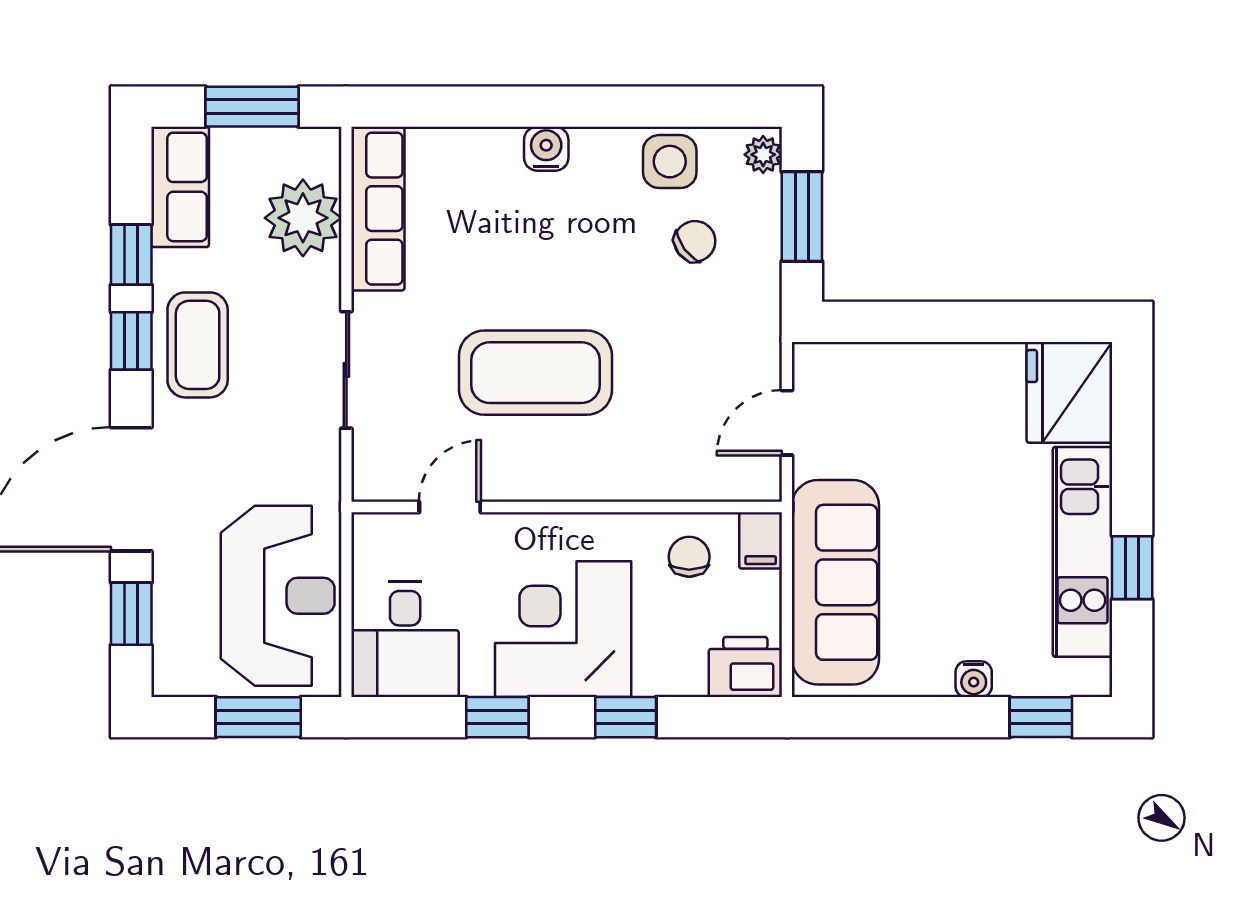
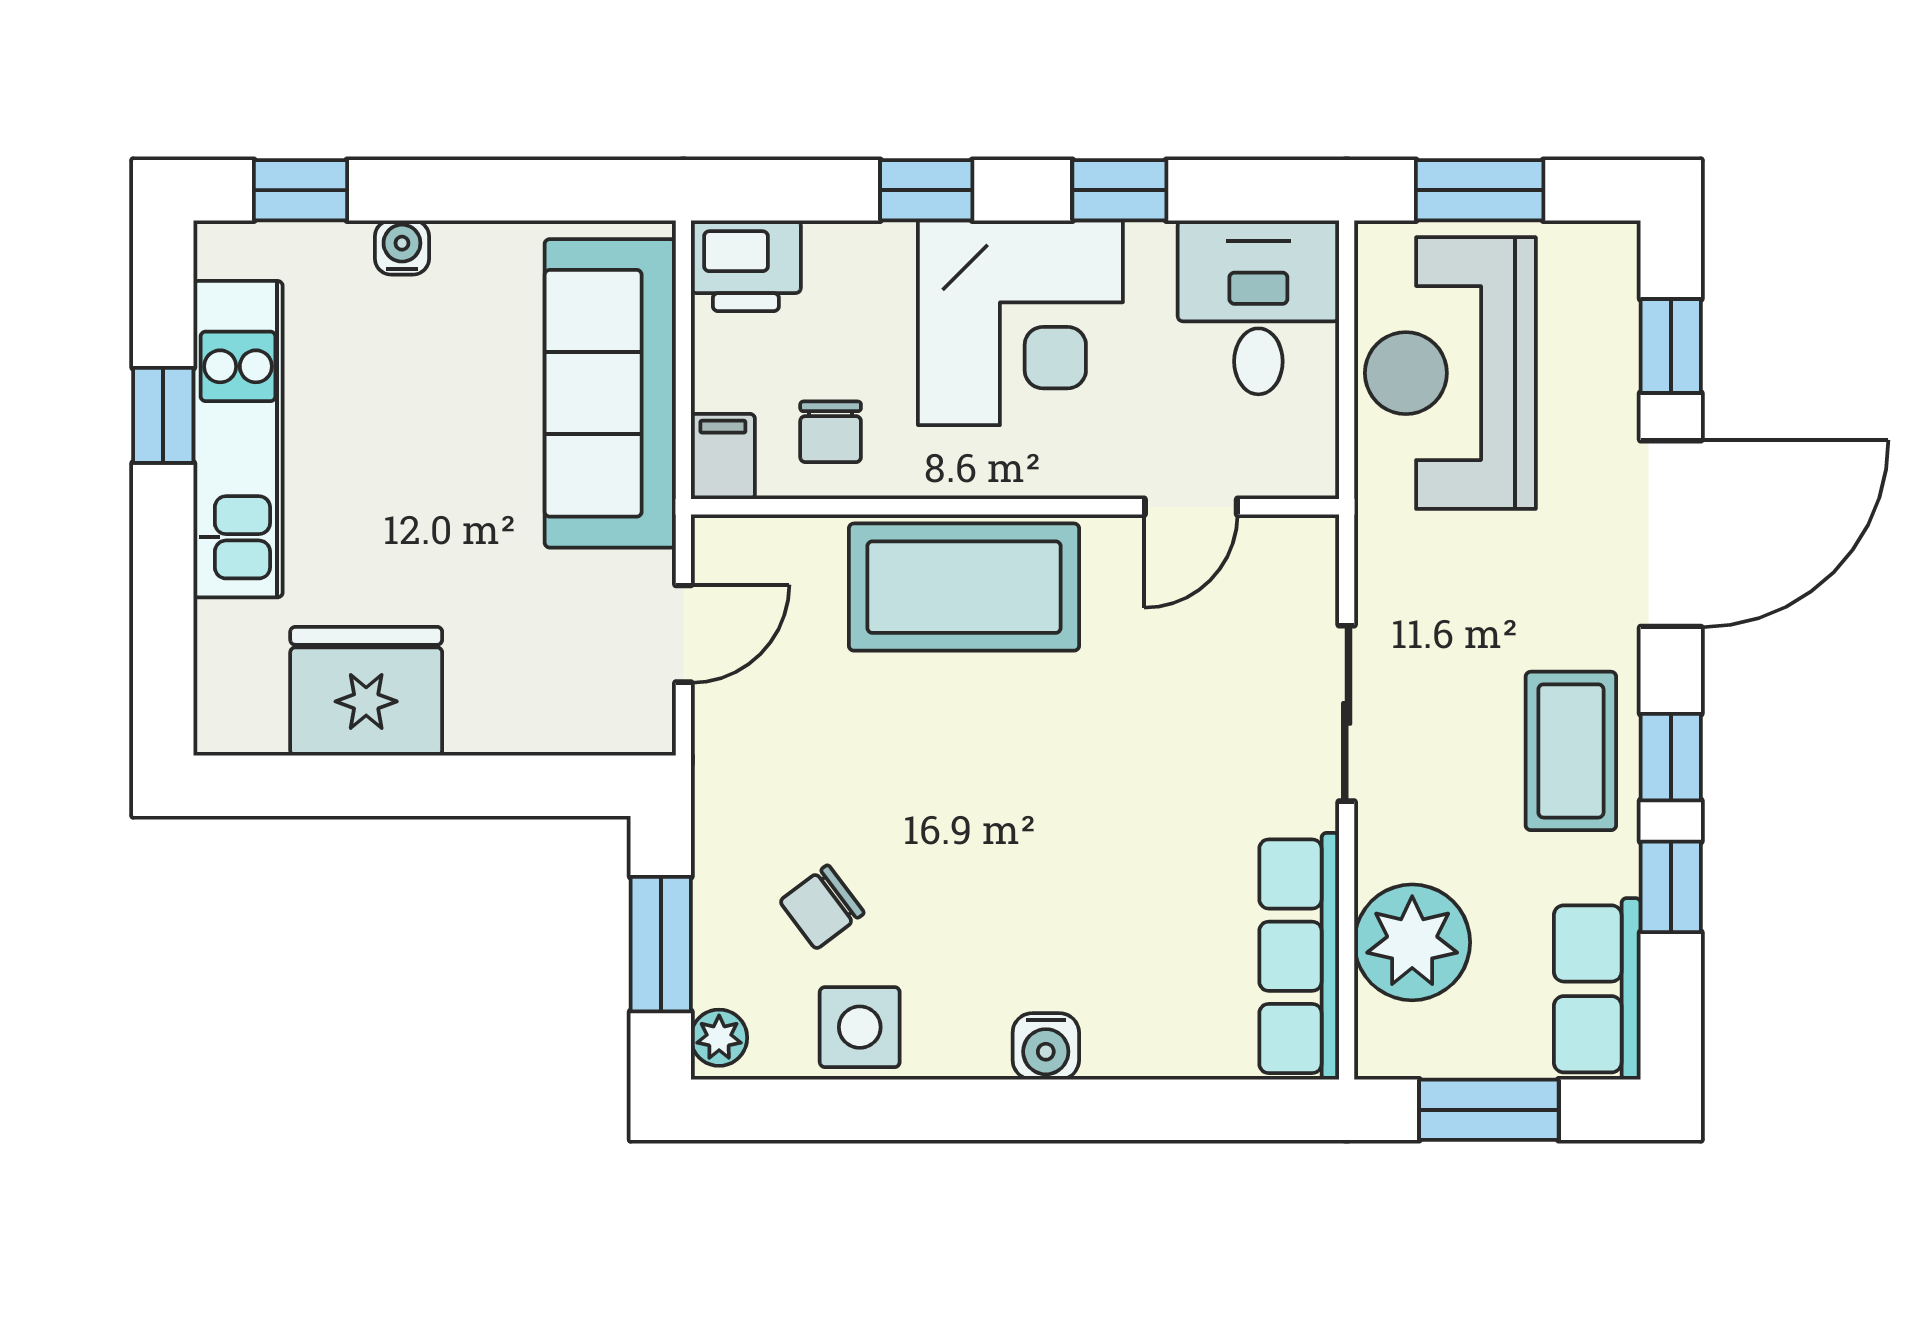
coffee table: (536, 373) -> (964, 587), moved
fridge: (1069, 392) -> (366, 691), moved, turned -90

